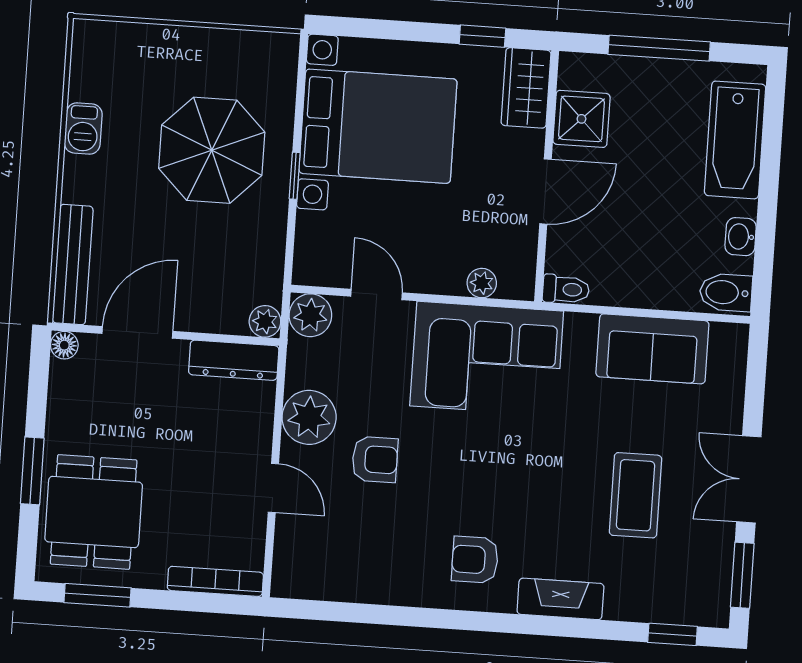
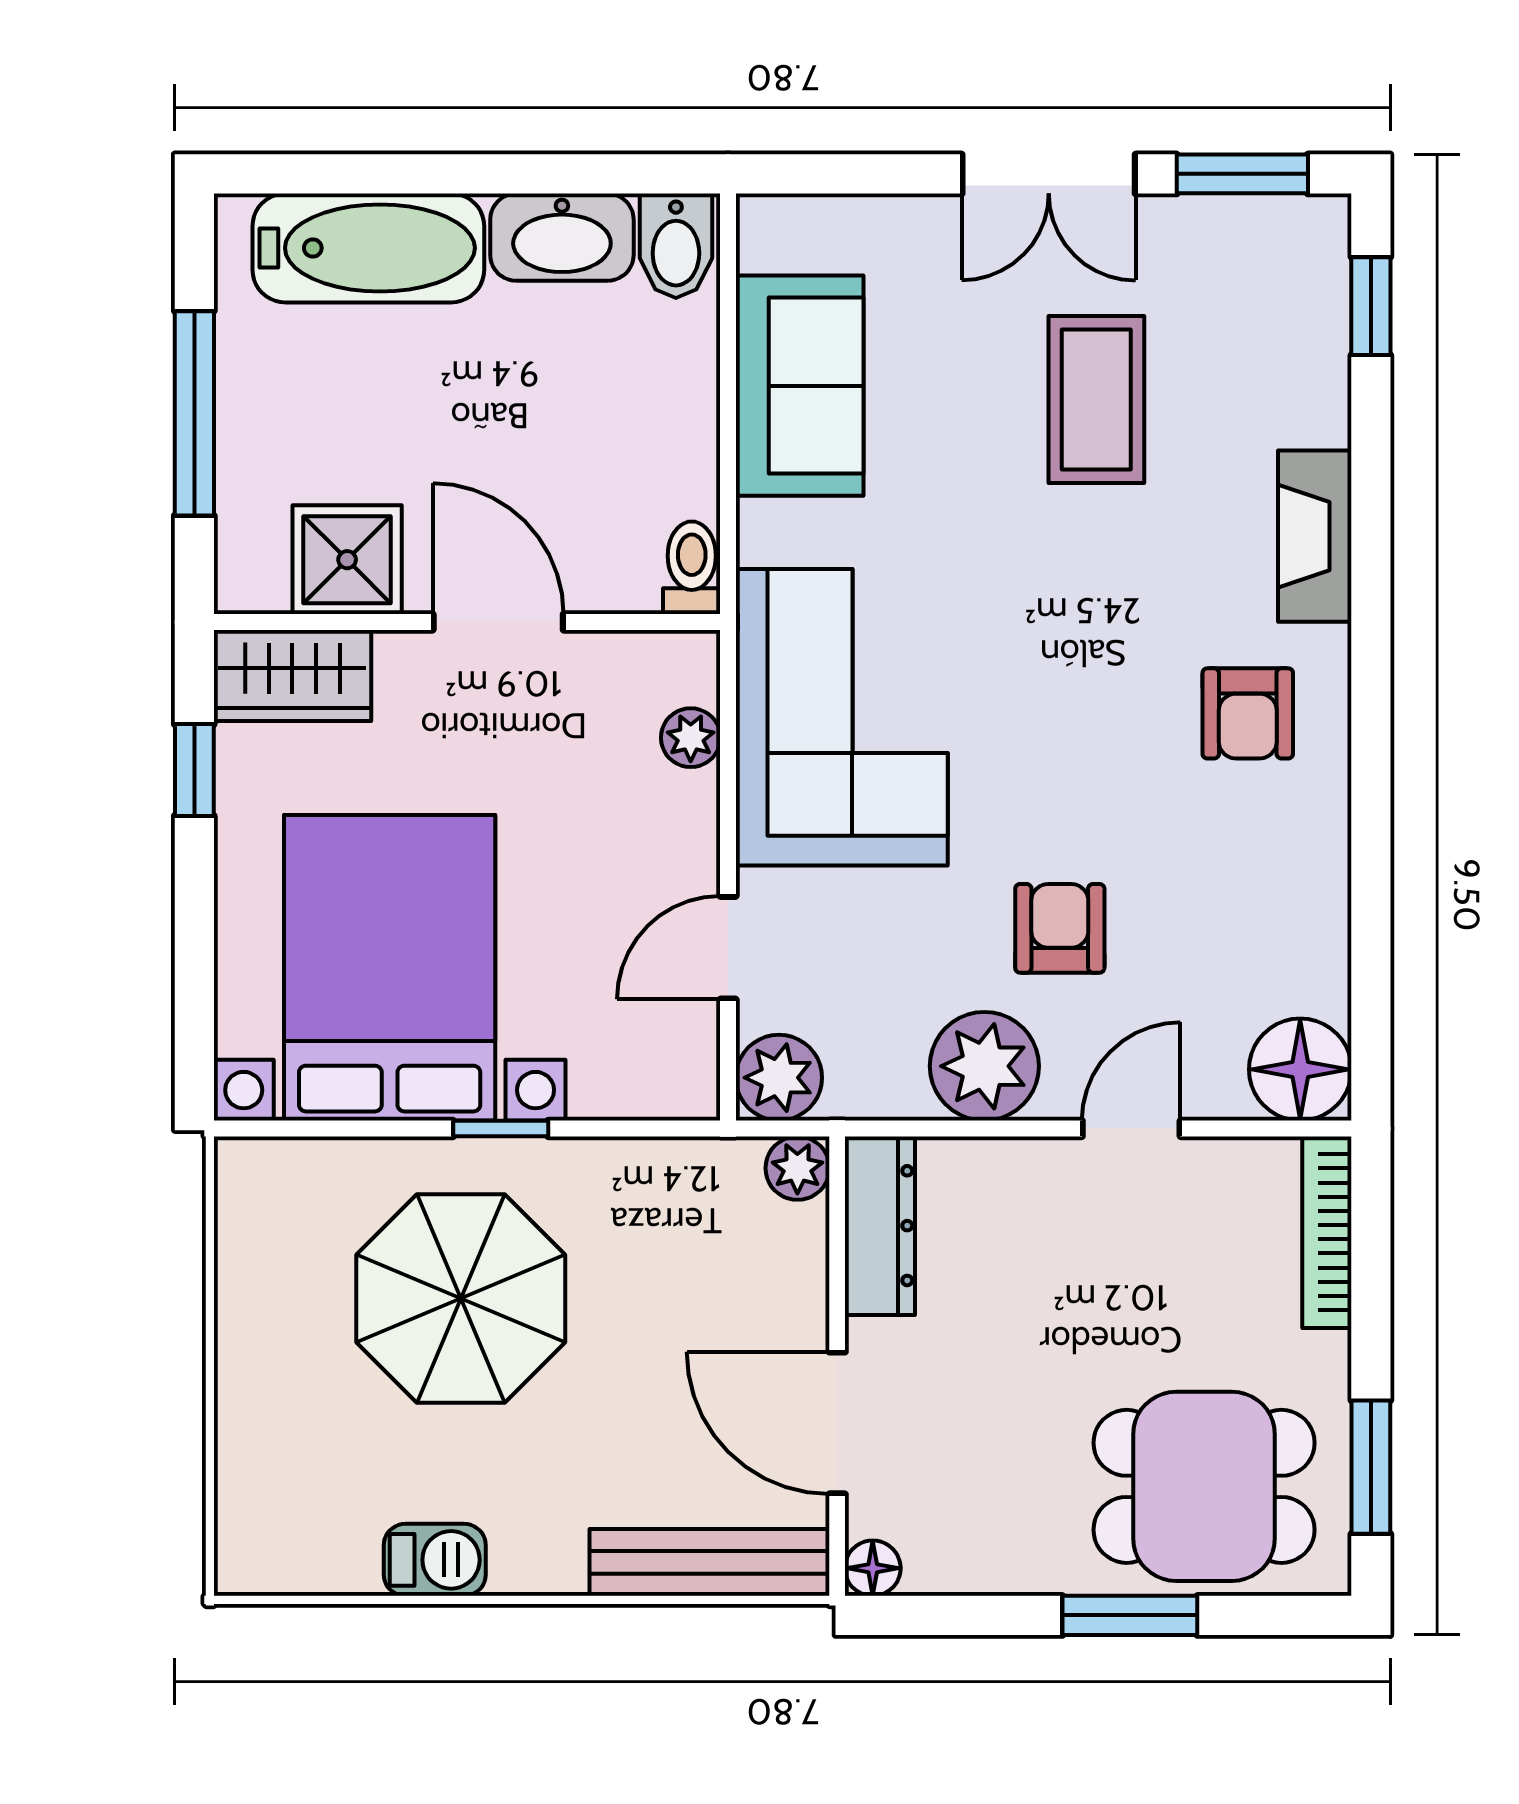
washbasin: (741, 237) -> (562, 237), width x1.91, depth x1.45
coffee table: (635, 495) -> (1096, 400), turned 90
floor lamp: (297, 574) -> (1300, 1069), added

